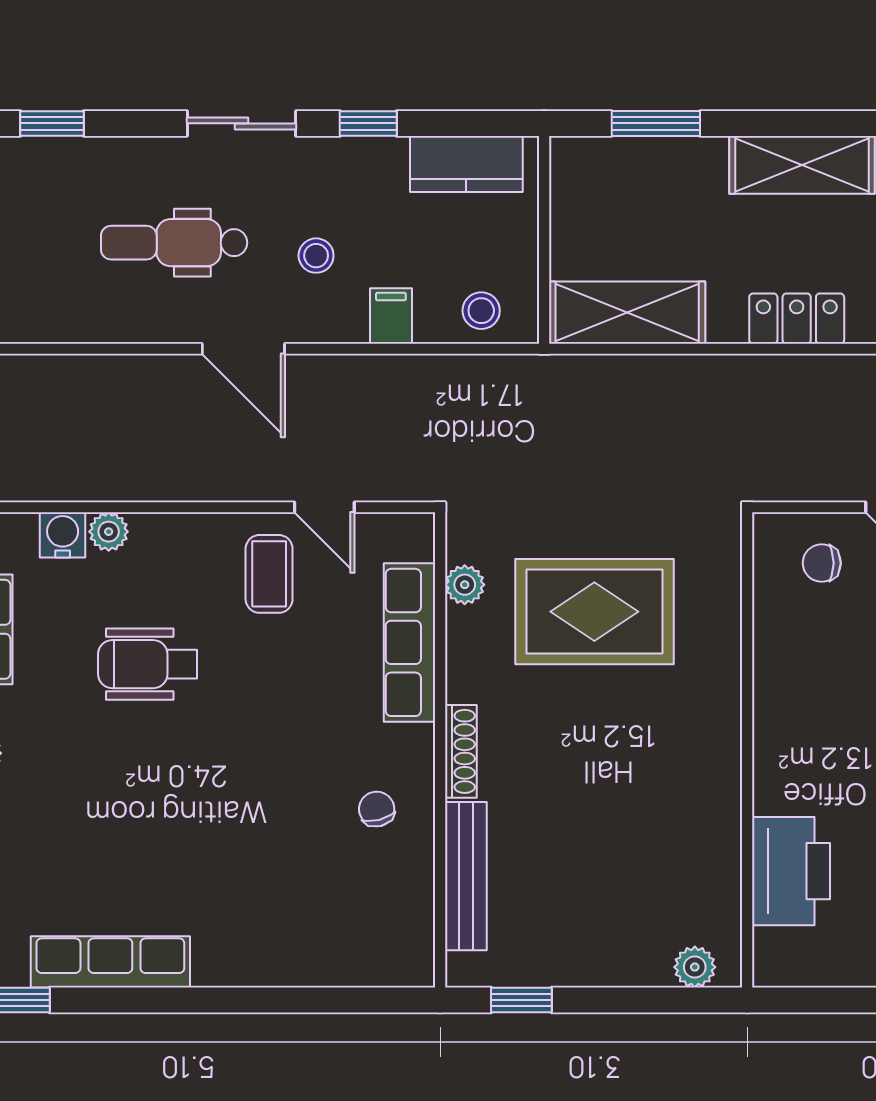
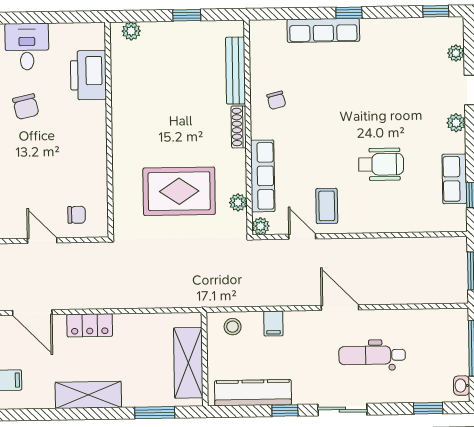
kitchen counter: (466, 164) -> (253, 393), width x1.50
dental chair: (174, 243) -> (372, 355), turned 180
stool: (316, 256) -> (308, 350), removed
shelving: (627, 313) -> (188, 363), moved, turned 90
plant: (109, 532) -> (261, 226), moved
water cooler: (63, 535) -> (420, 222), removed
row of seats: (110, 962) -> (323, 30), moved
window: (213, 1000) -> (349, 13), added
window: (521, 1000) -> (187, 15), moved

